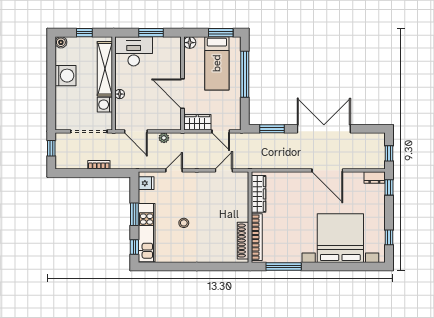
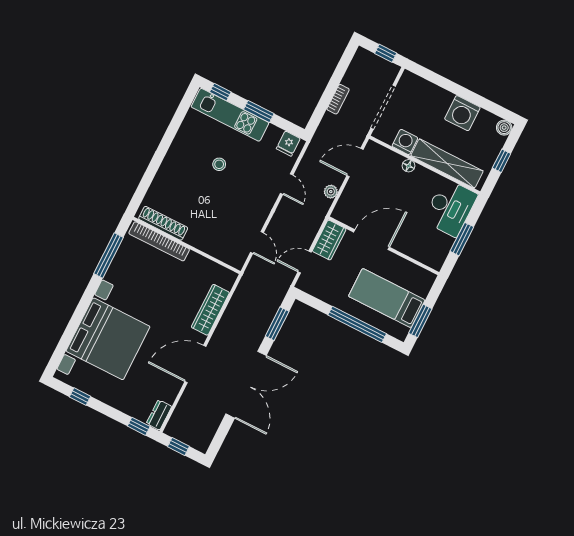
floor lamp: (190, 43) -> (427, 279), removed
wardrobe: (259, 194) -> (210, 310), moved, turned 90

